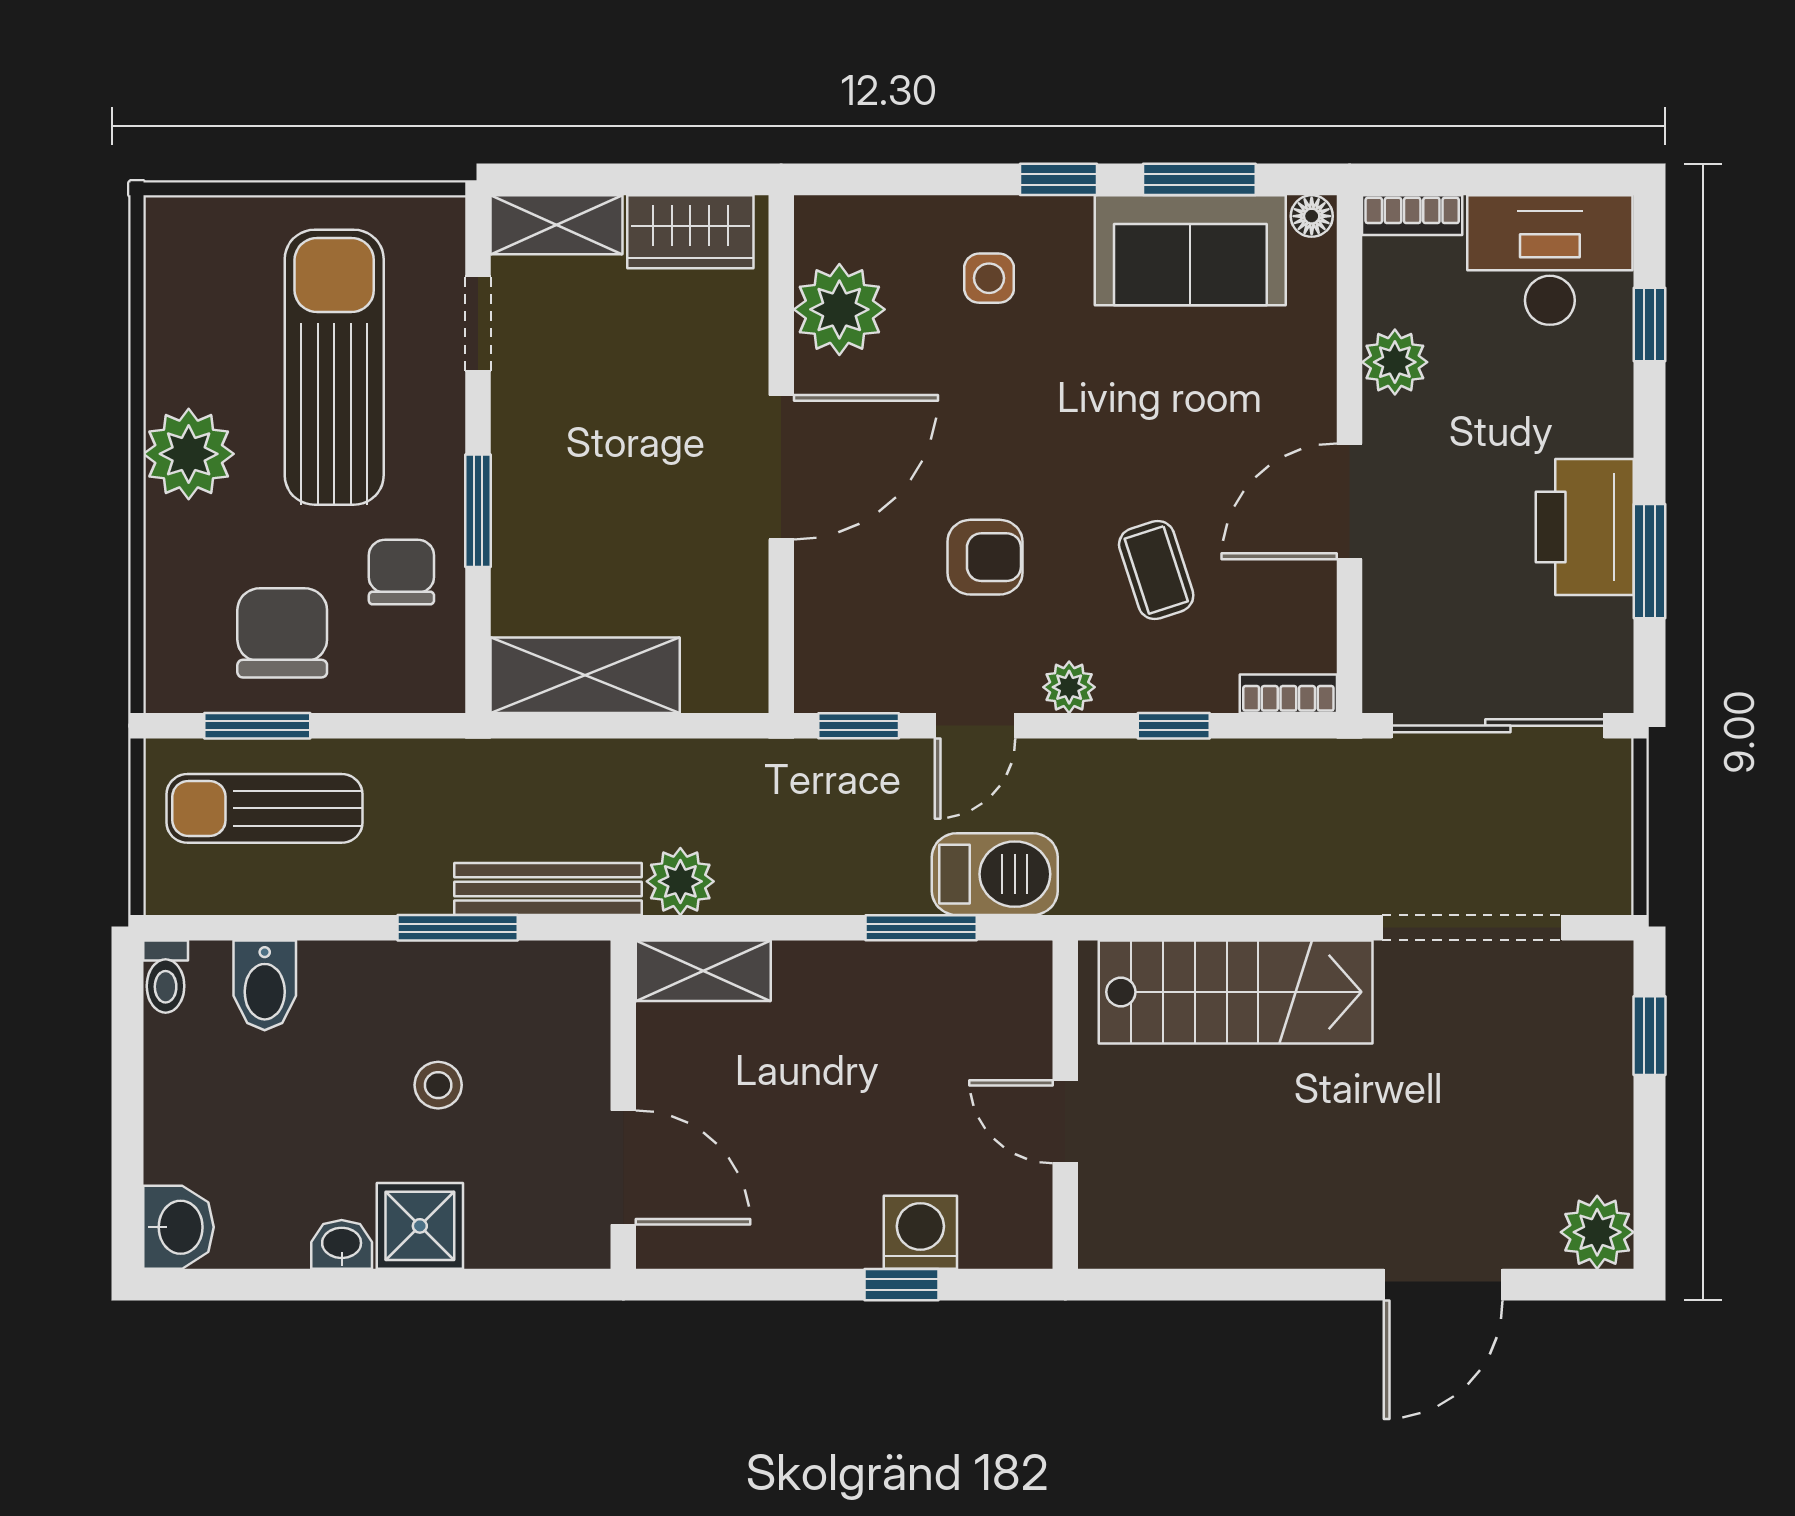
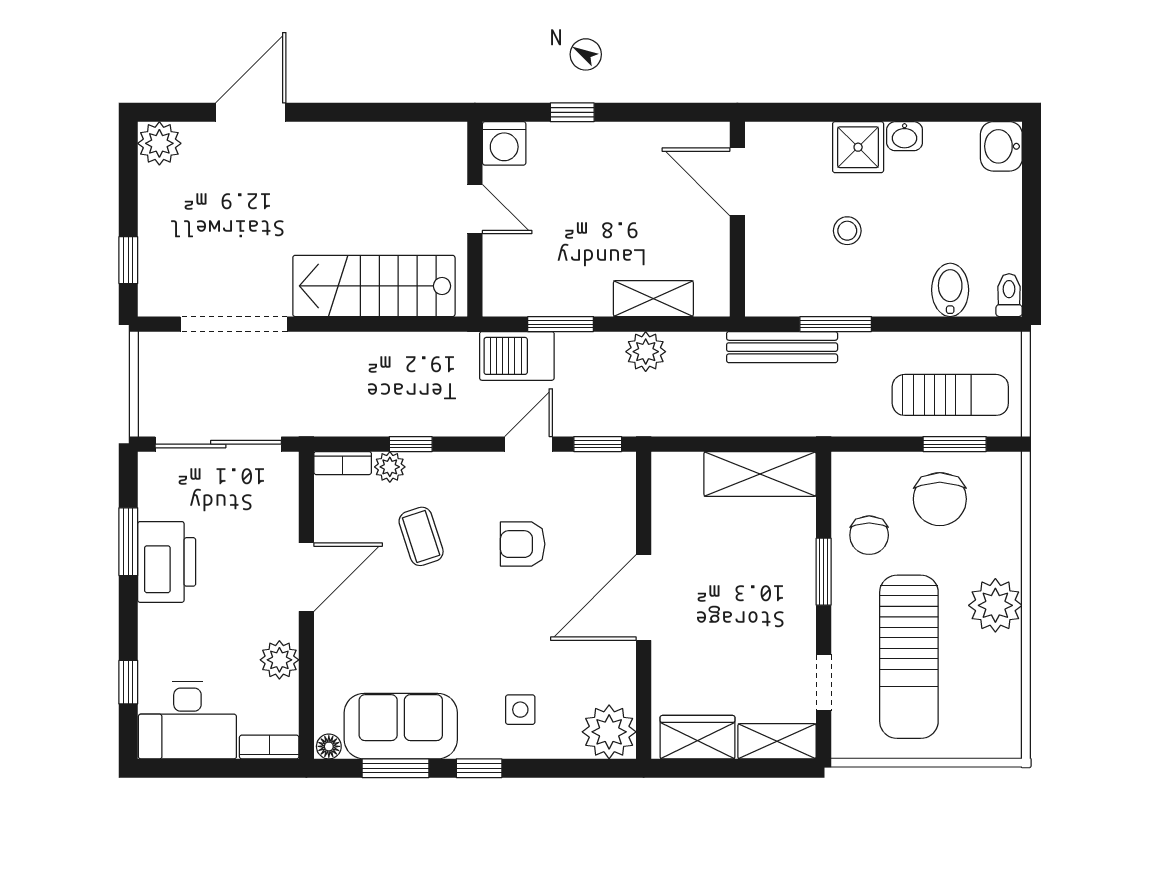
plant: (839, 309) -> (609, 732), moved
plant: (1069, 687) -> (390, 467), moved
plant: (680, 881) -> (646, 352), moved
shelving: (703, 971) -> (653, 299), moved
washing machine: (920, 1232) -> (504, 143), moved

